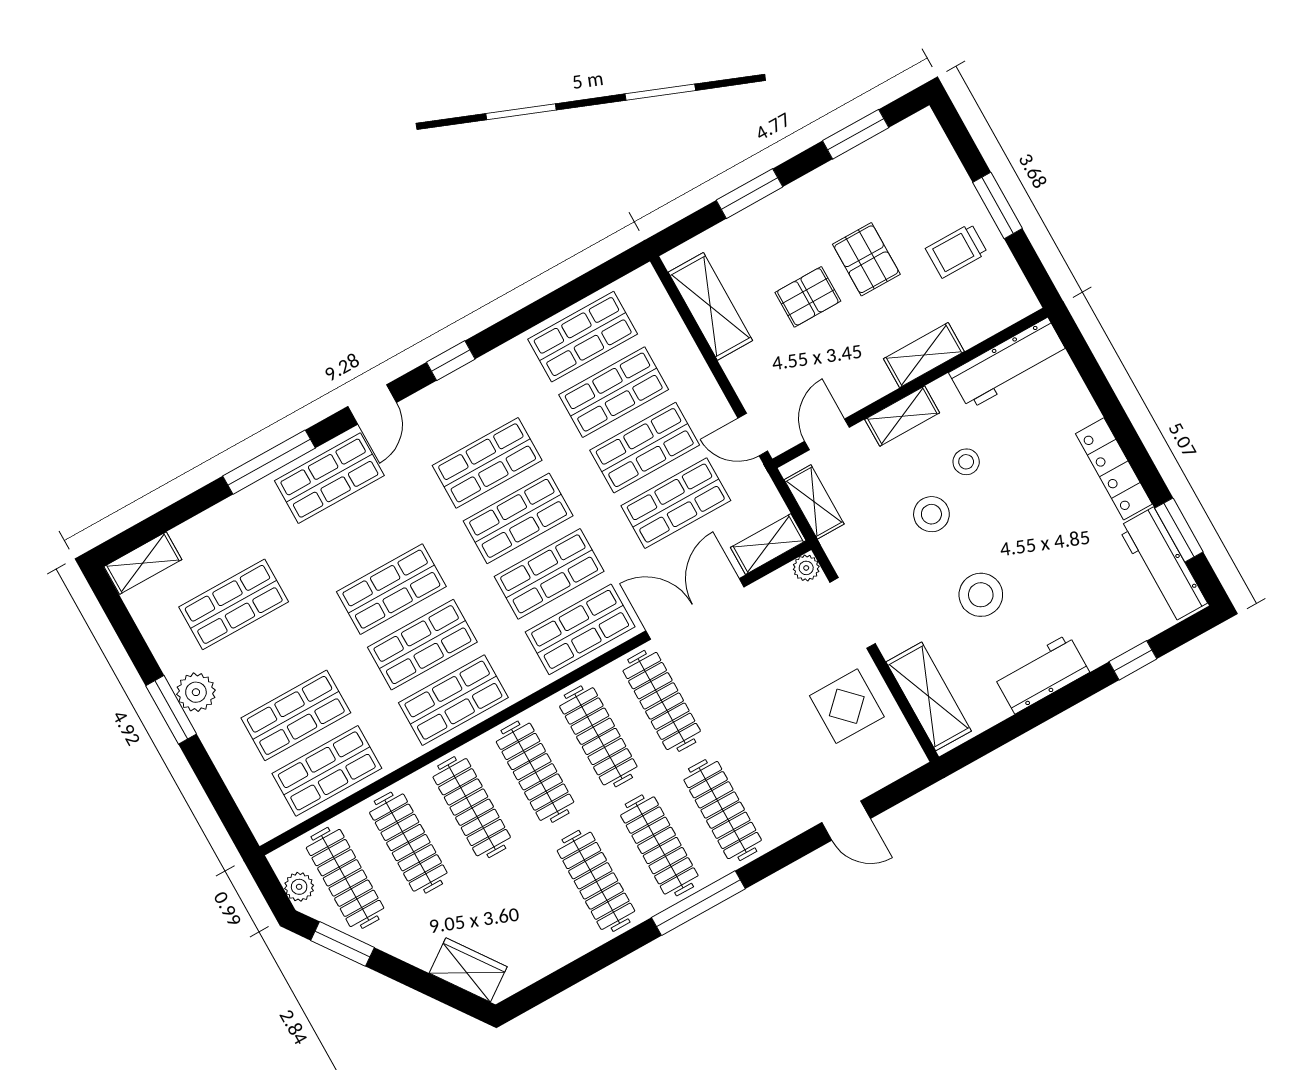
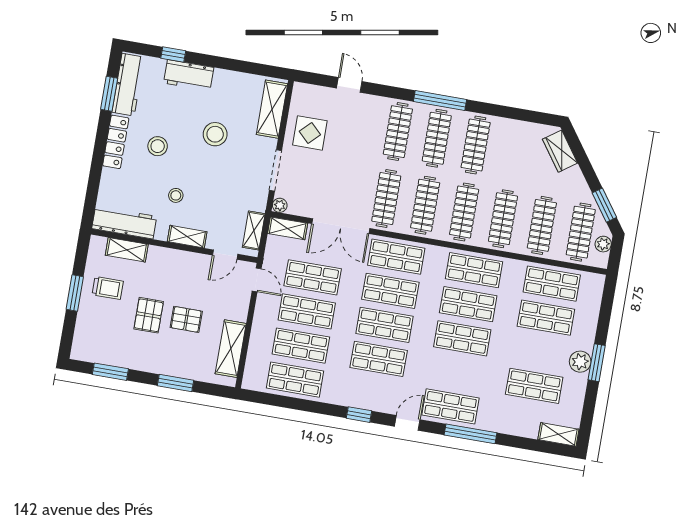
shelving: (924, 355) -> (127, 250), moved
stool: (931, 514) -> (158, 146), moved
workbench: (1041, 674) -> (189, 75), moved

